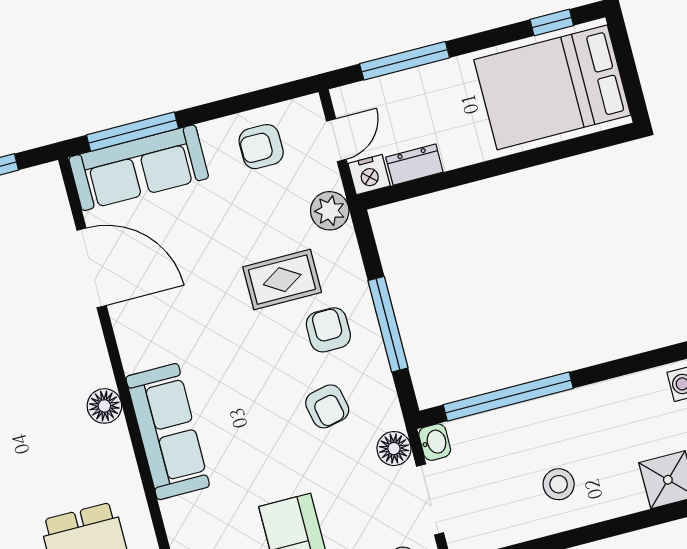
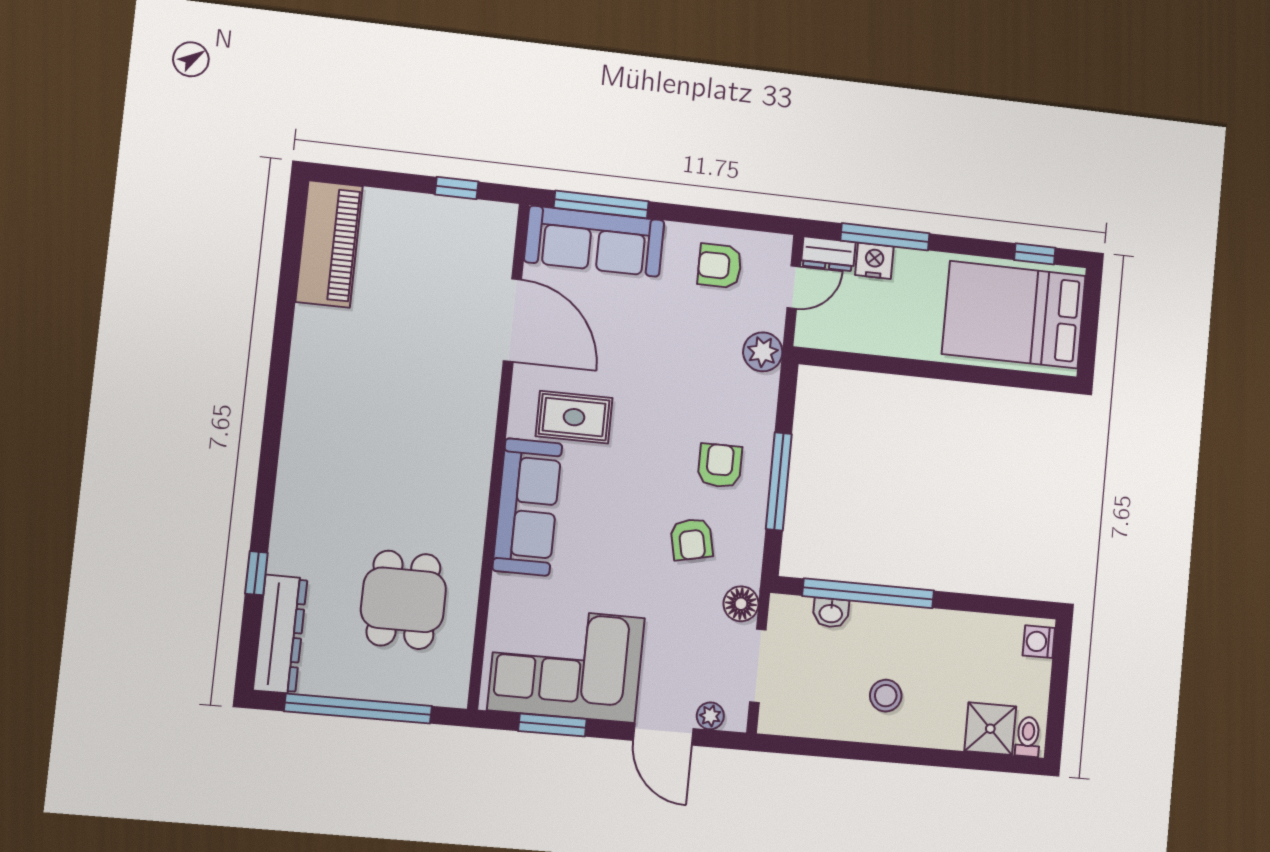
dresser: (414, 165) -> (828, 254), moved, turned 180
nightstand: (369, 175) -> (874, 261), moved, turned 180
rug: (282, 280) -> (574, 417), moved
floor lamp: (104, 406) -> (475, 459), removed
washbasin: (435, 442) -> (831, 613), moved, turned 90

